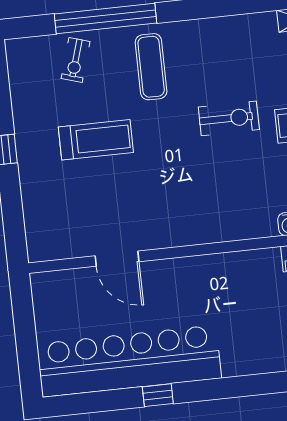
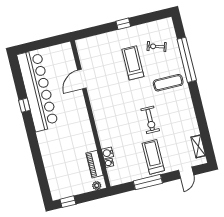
exercise bike: (76, 60) -> (157, 47), moved
treadmill: (96, 140) -> (133, 63), turned 180

